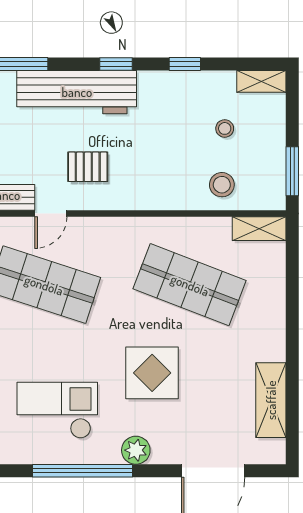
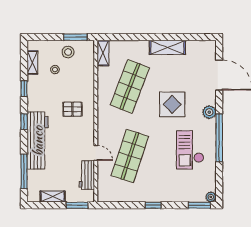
shelving: (261, 81) -> (32, 62), moved
pallet: (88, 167) -> (72, 109), moved, turned 90
stool: (222, 185) -> (68, 52), moved
shelving: (271, 400) -> (167, 47), moved

